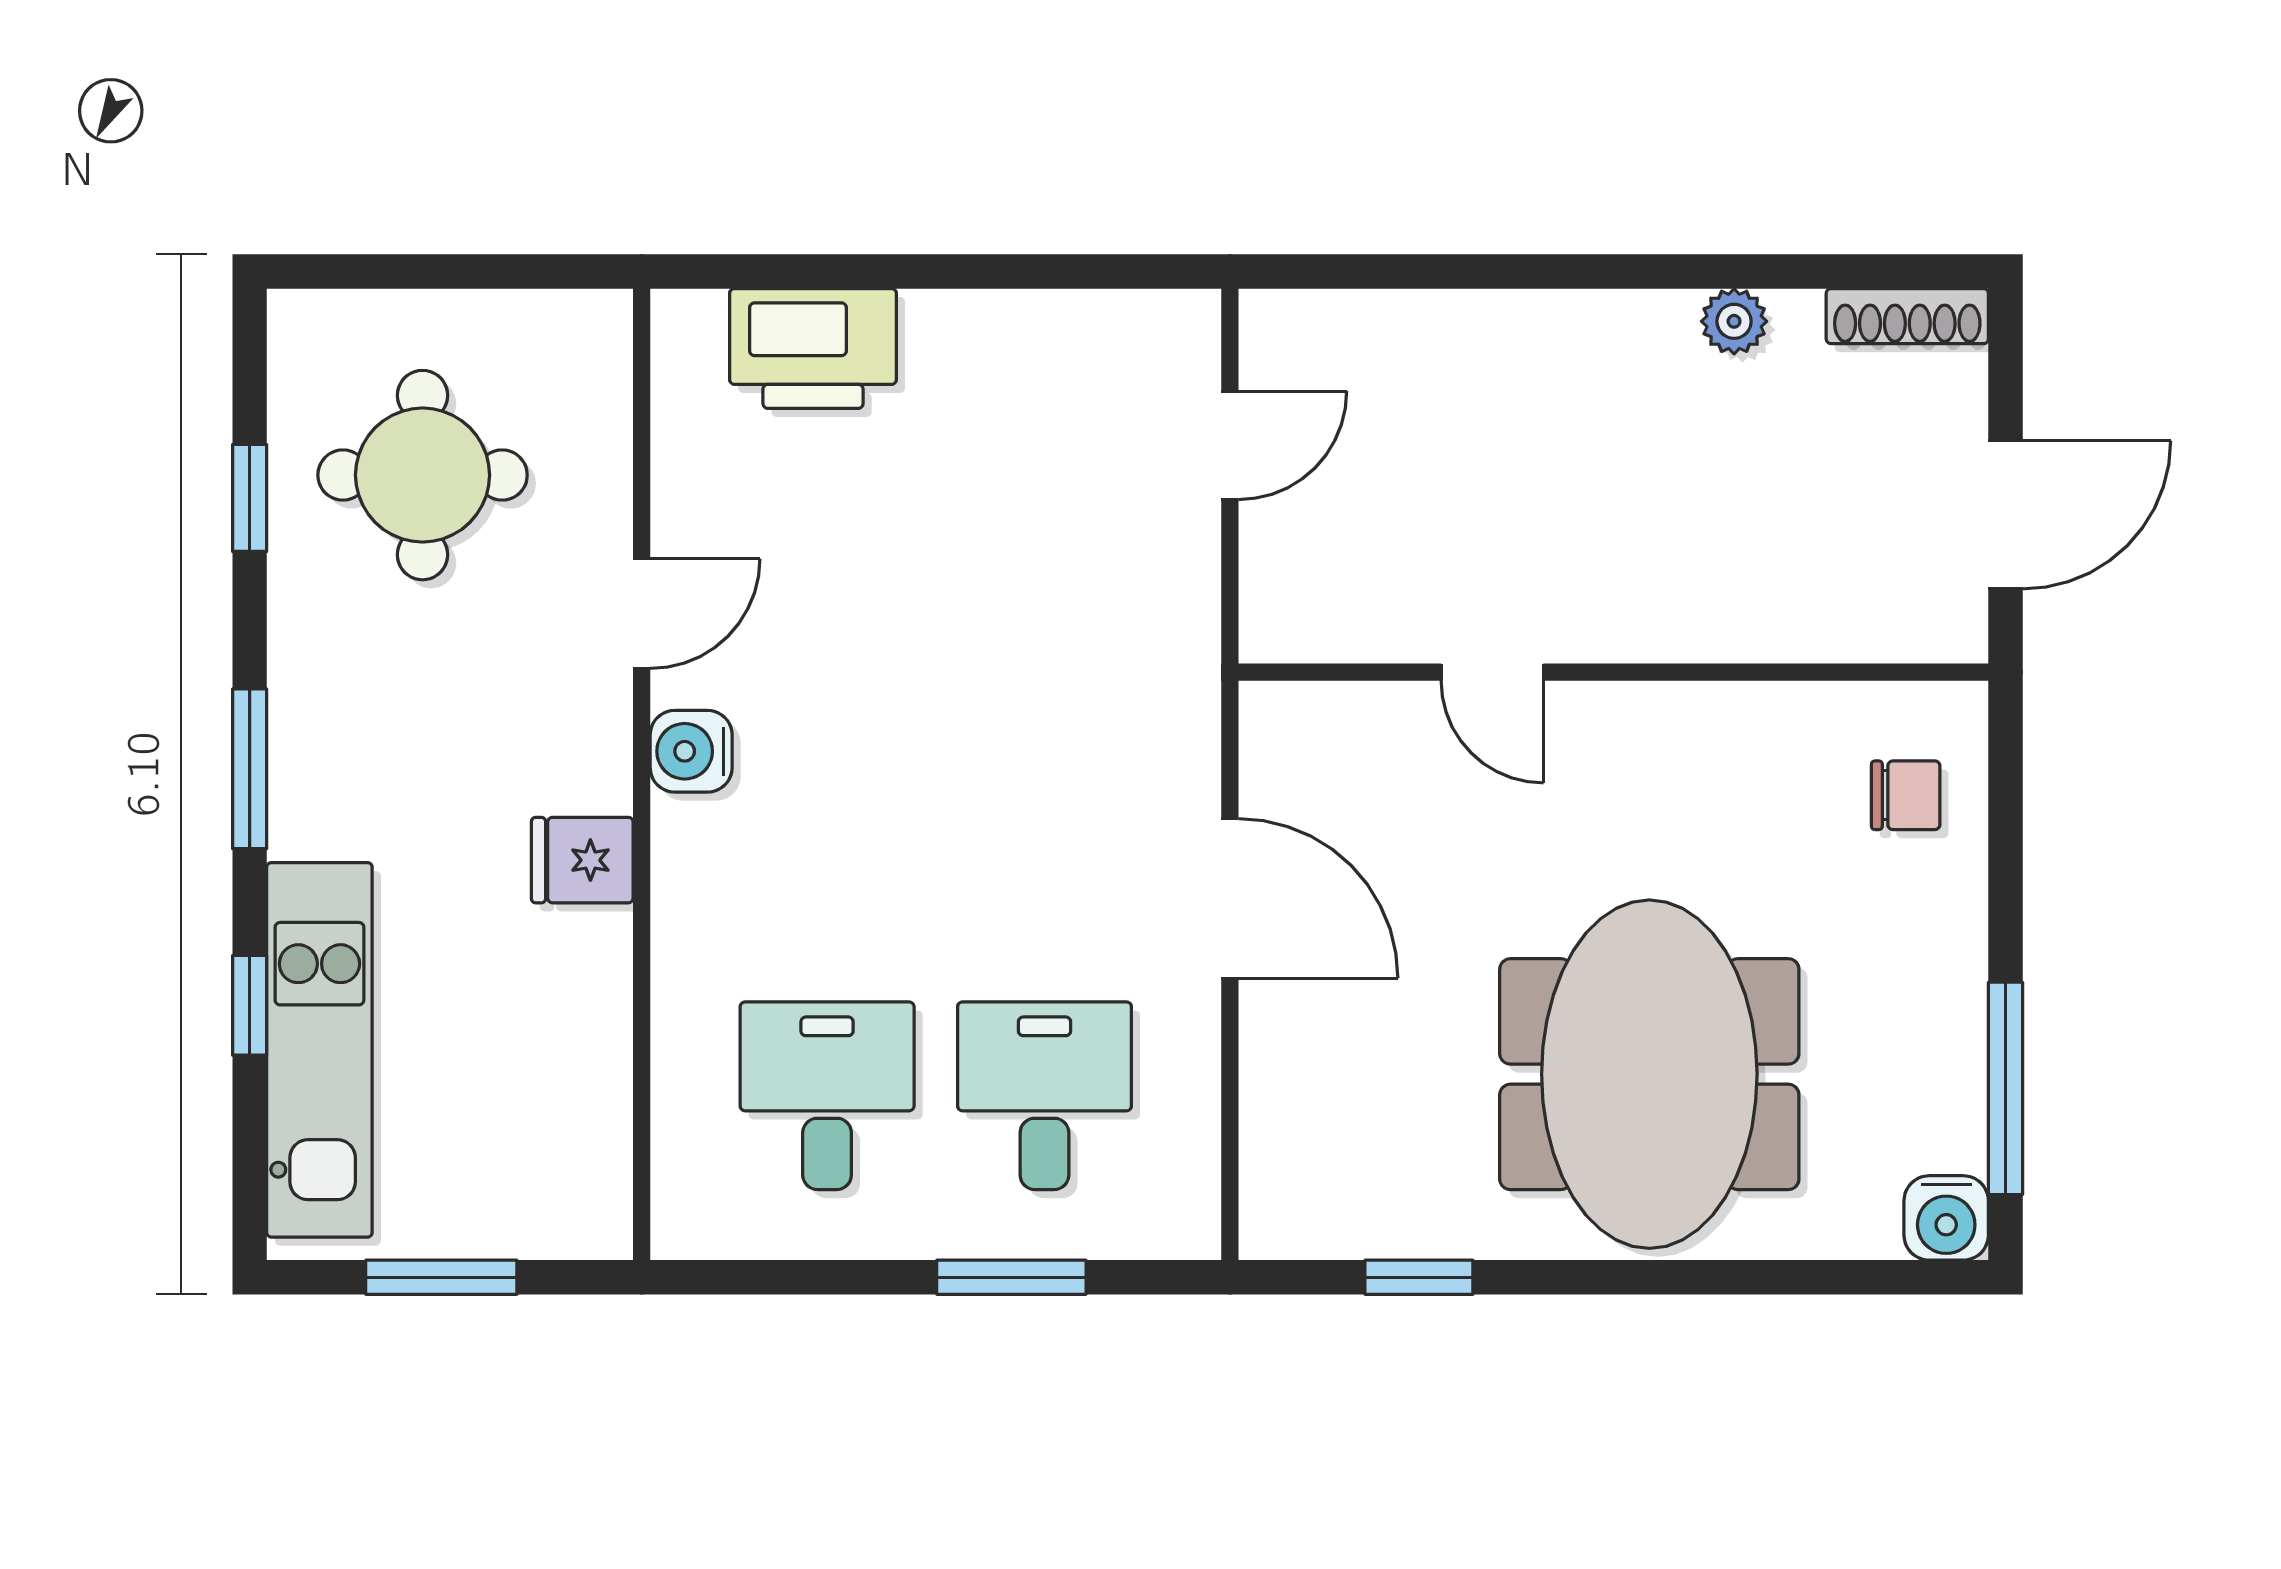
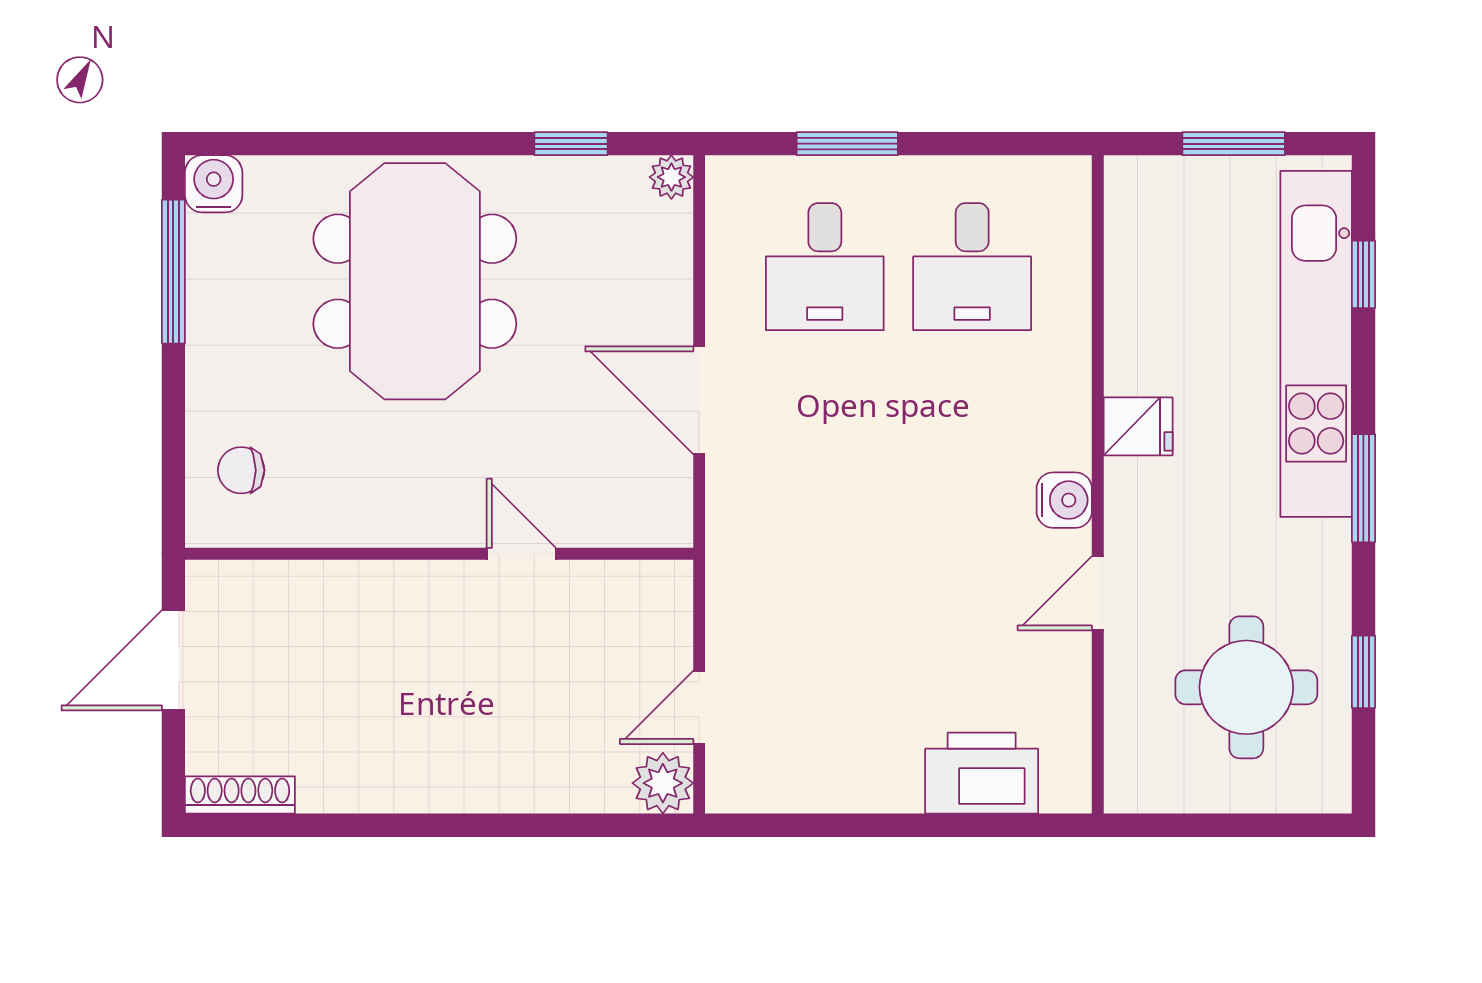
plant: (1734, 321) -> (663, 783), moved, width x1.38, depth x1.38
window: (250, 1005) -> (1363, 274), moved
kitchen unit: (319, 1050) -> (1316, 344), width x1.36
plant: (1271, 1228) -> (671, 177), added

